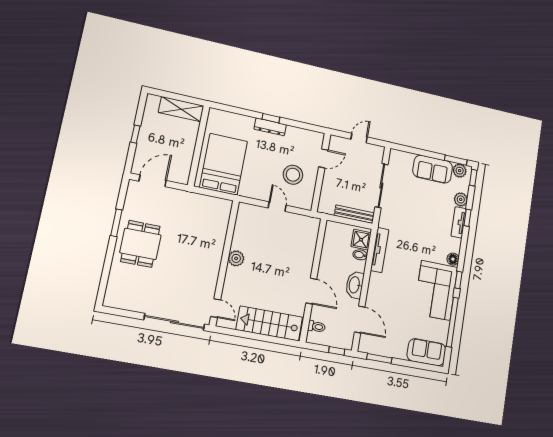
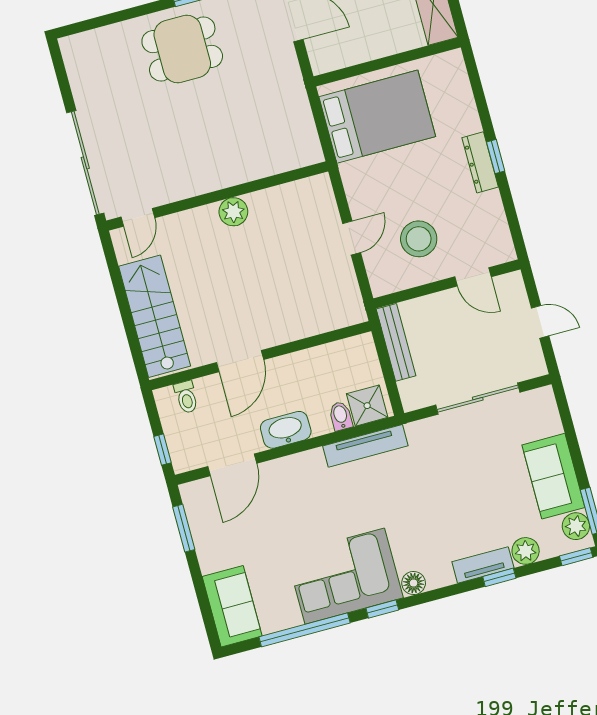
bench: (354, 214) -> (396, 342), moved

